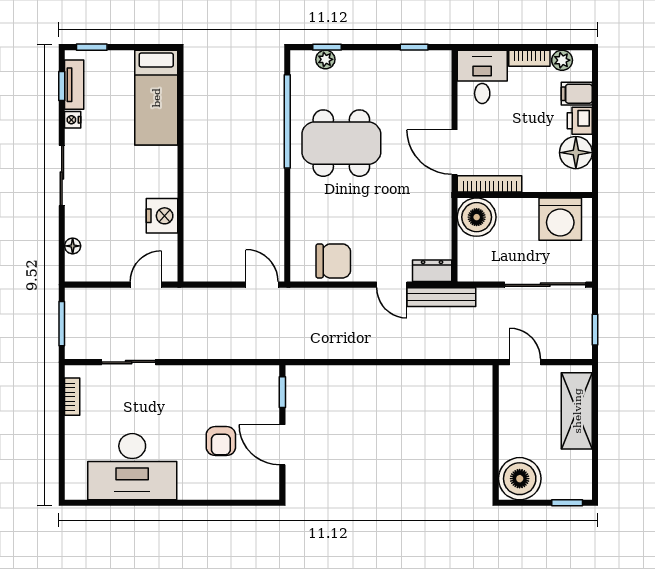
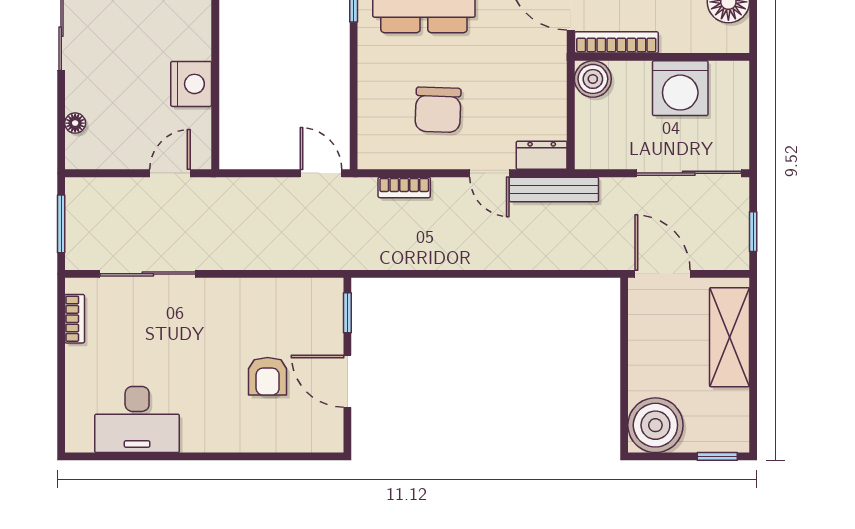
boiler: (477, 217) -> (593, 79), width x0.73, depth x0.73
washing machine: (560, 219) -> (680, 88), moved
chair: (333, 261) -> (438, 110), moved, turned 92
bookcase: (326, 295) -> (404, 187), added
sliding door: (129, 362) -> (148, 274), width x1.37
door: (525, 362) -> (663, 274), width x1.38
desk: (132, 467) -> (137, 419), width x0.73, depth x0.77

